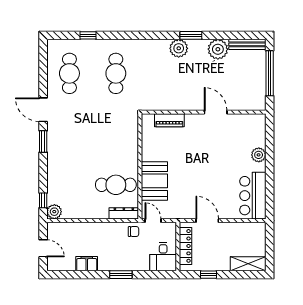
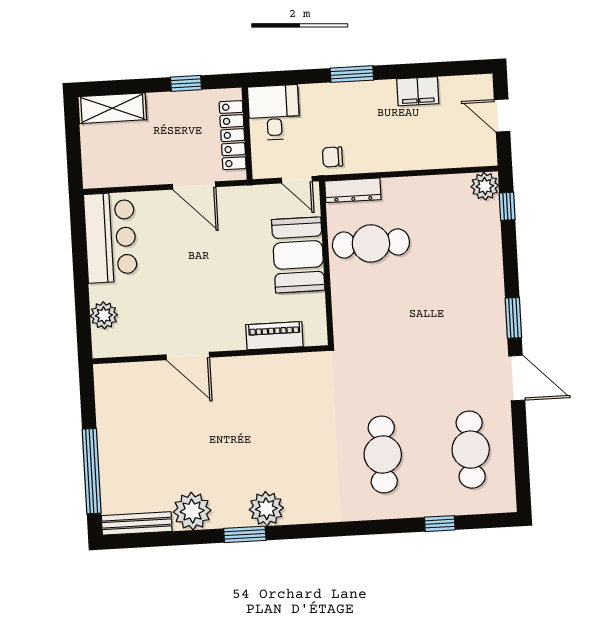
wall: (204, 112) -> (210, 355), moved
door: (216, 112) -> (188, 356), moved
piano: (169, 120) -> (274, 336), moved

